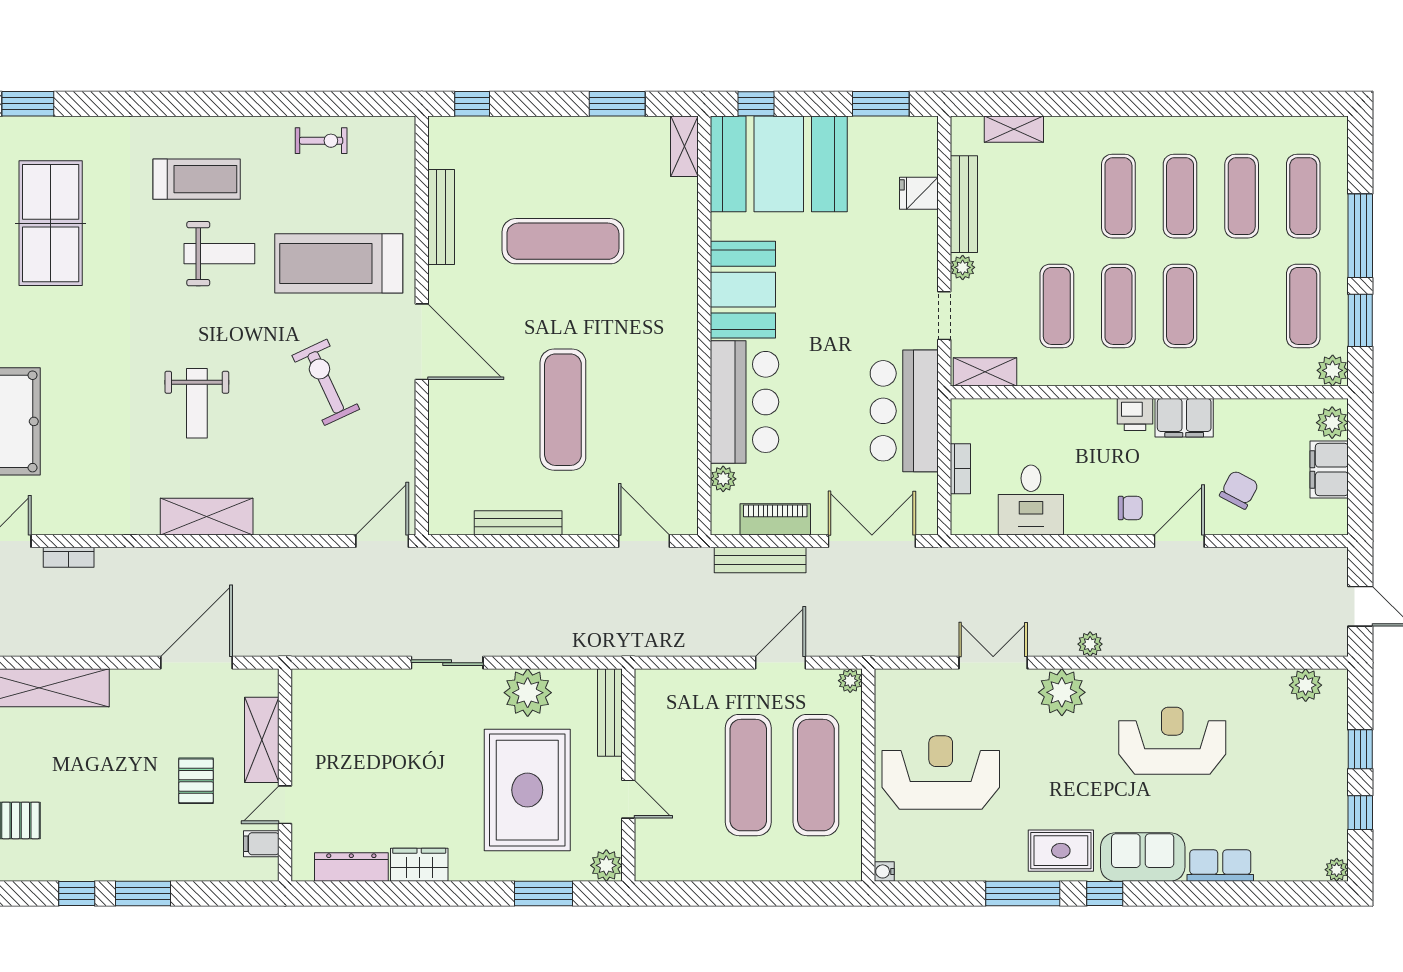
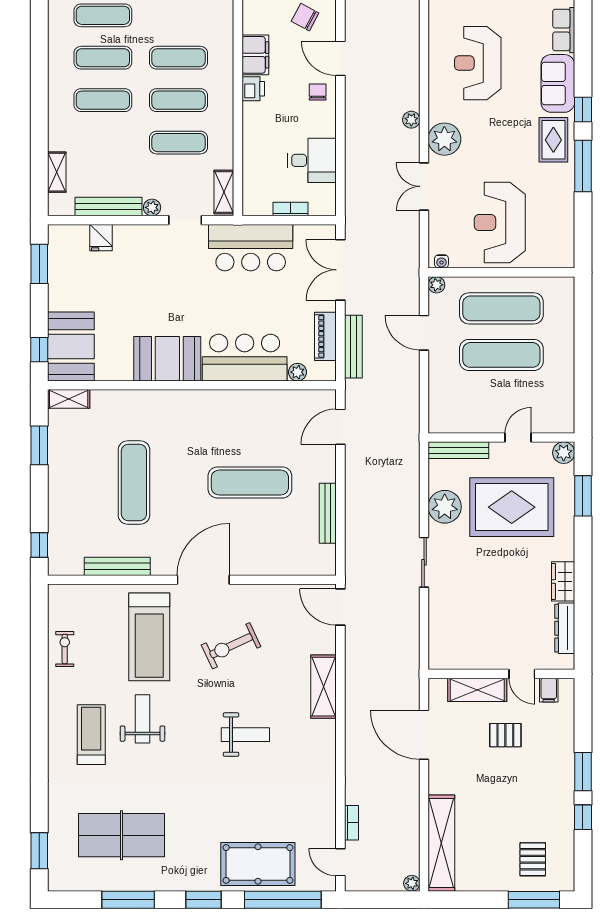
booth: (779, 164) -> (71, 346), width x0.73, depth x0.70
shelving: (207, 517) -> (323, 687), moved
water cooler: (884, 871) -> (441, 261), moved

